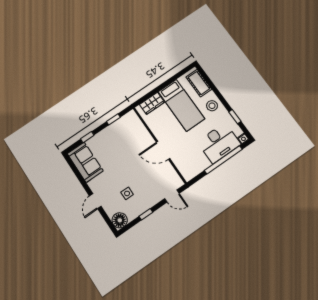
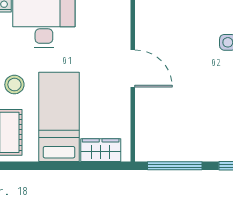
window: (113, 119) -> (175, 166), width x2.17

